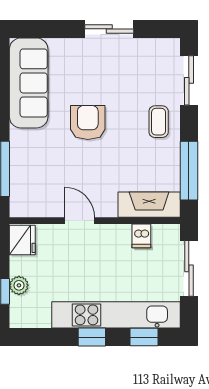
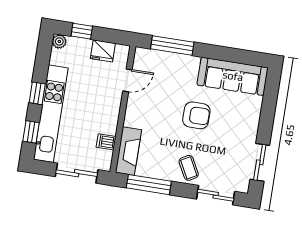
sliding door: (109, 29) -> (260, 162), moved
coffee table: (159, 122) -> (189, 168), turned 62
door: (80, 221) -> (127, 80), moved
fridge: (22, 240) -> (103, 51), moved
plant: (19, 285) -> (59, 41), moved

